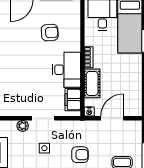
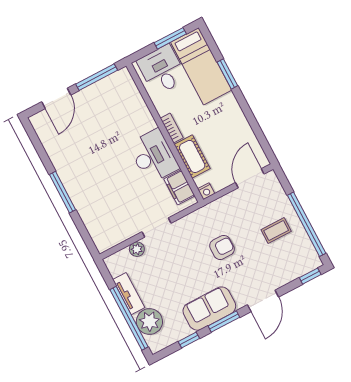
armchair: (50, 33) -> (111, 123), removed
door: (112, 118) -> (250, 178), moved
side table: (44, 148) -> (176, 262), removed

